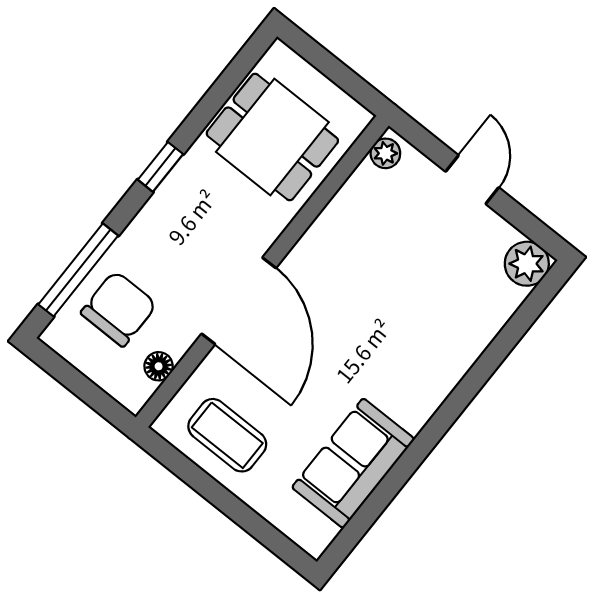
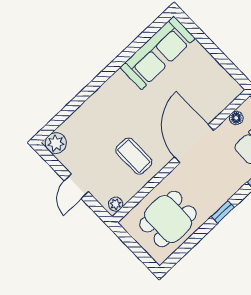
dining table: (272, 137) -> (168, 219), turned 90
coffee table: (227, 435) -> (134, 156), moved
sofa: (353, 463) -> (158, 53), width x1.36

